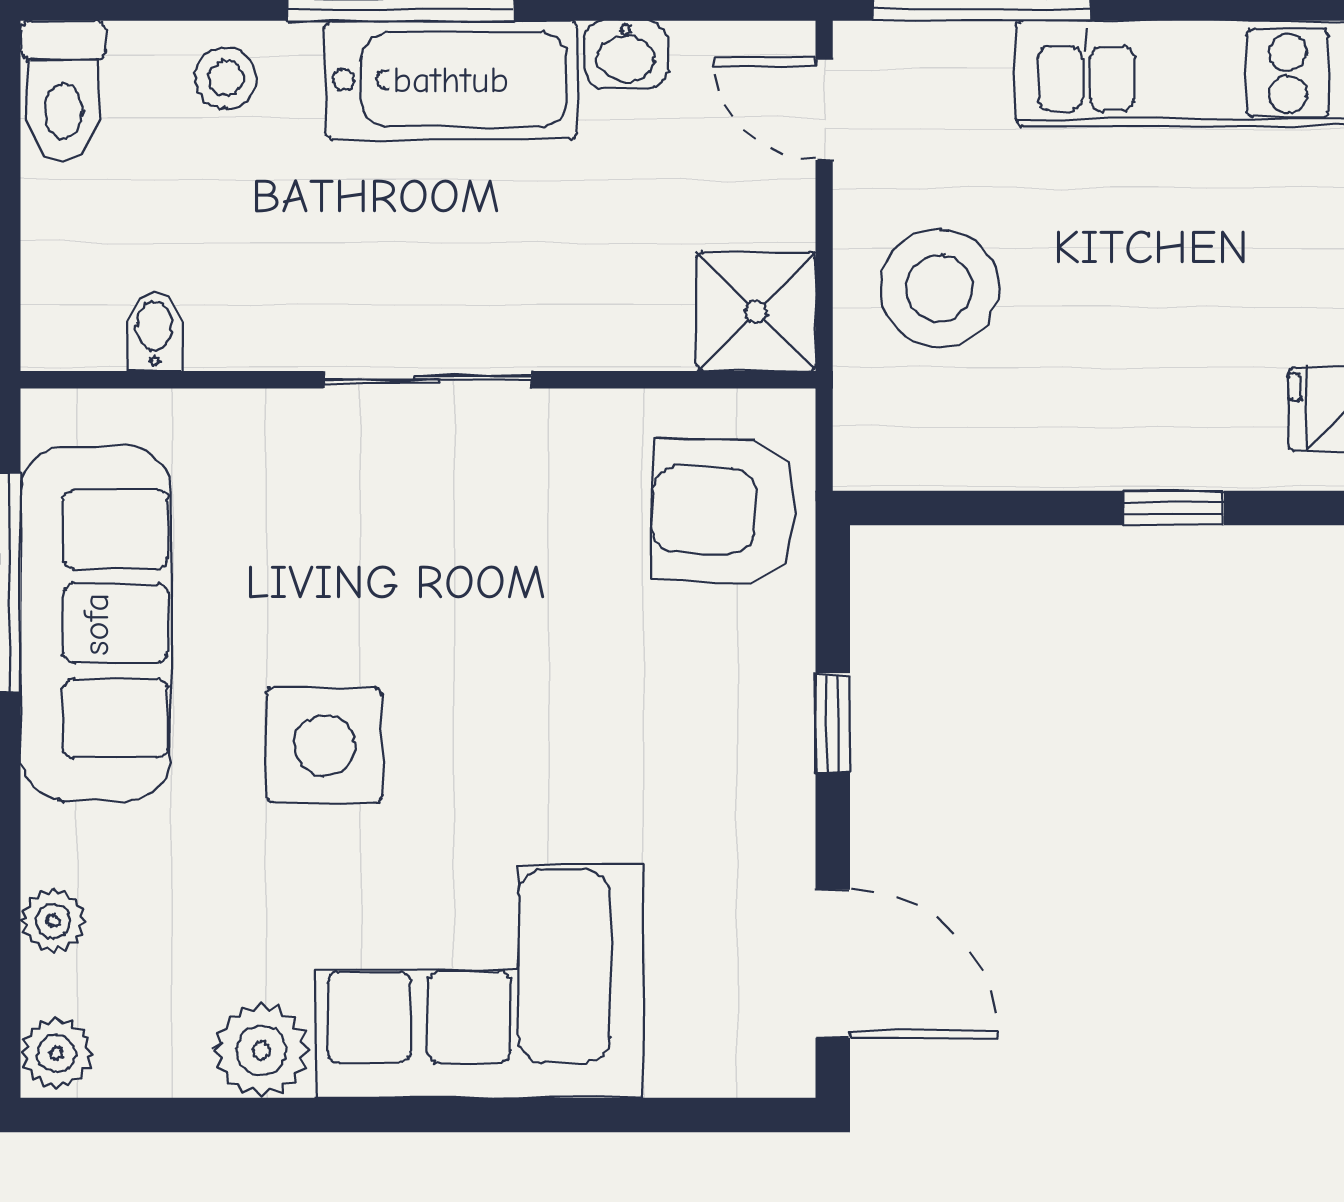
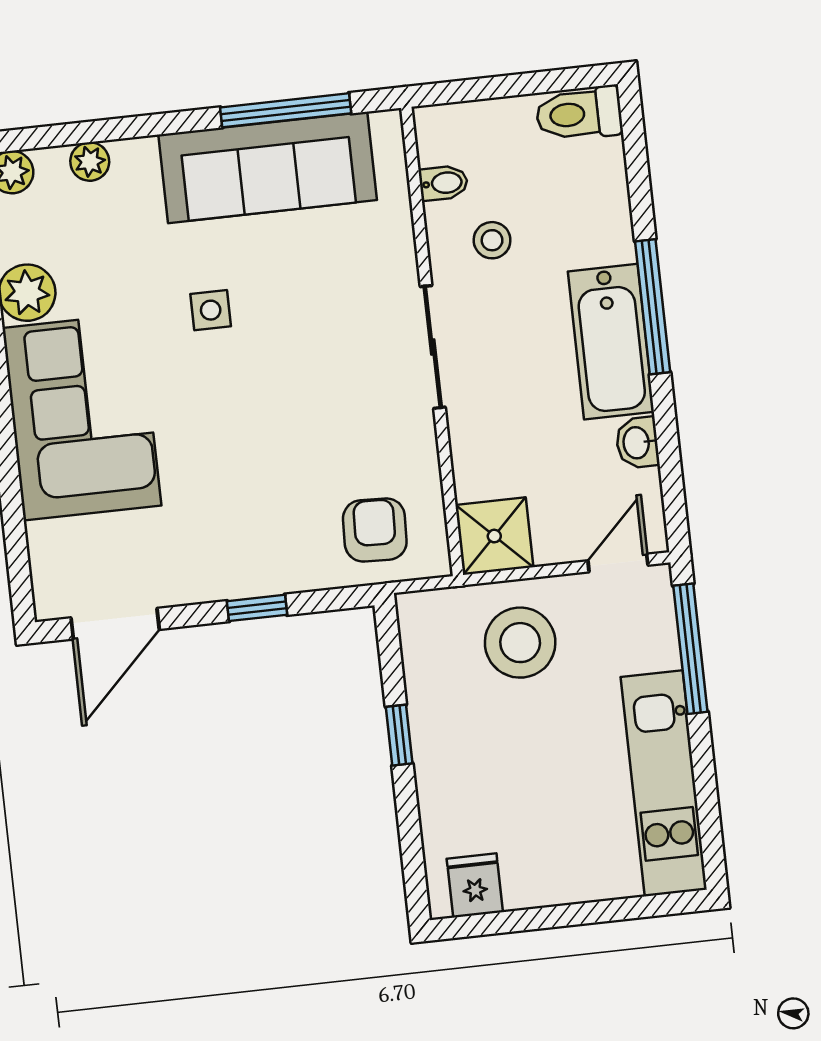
stool: (226, 78) -> (492, 240), moved
window: (1174, 508) -> (399, 735), moved
armchair: (724, 511) -> (375, 530), width x0.72, depth x0.72
side table: (324, 745) -> (211, 310), width x0.54, depth x0.54

